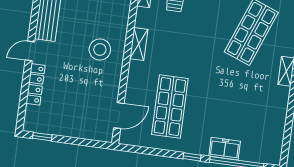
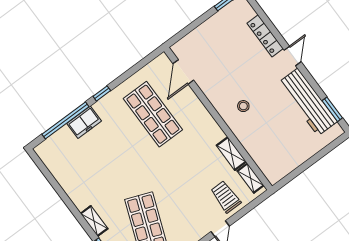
shelving: (139, 44) -> (231, 154), moved
stool: (100, 49) -> (243, 106), width x0.53, depth x0.53

